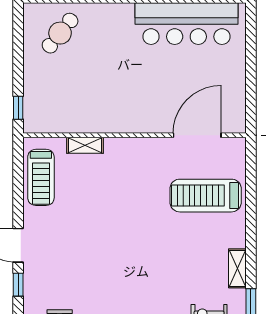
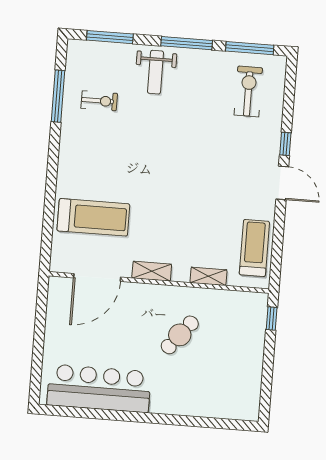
cafe table: (60, 33) -> (180, 335), moved
shelving: (237, 268) -> (152, 271), moved, turned 90

